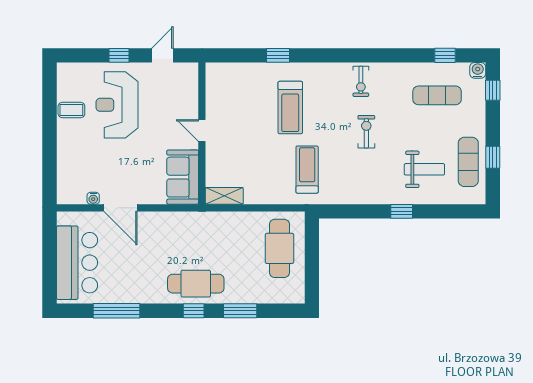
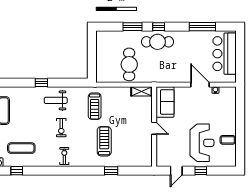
weight bench: (424, 169) -> (56, 100), moved
cafe table: (279, 248) -> (129, 64), moved

